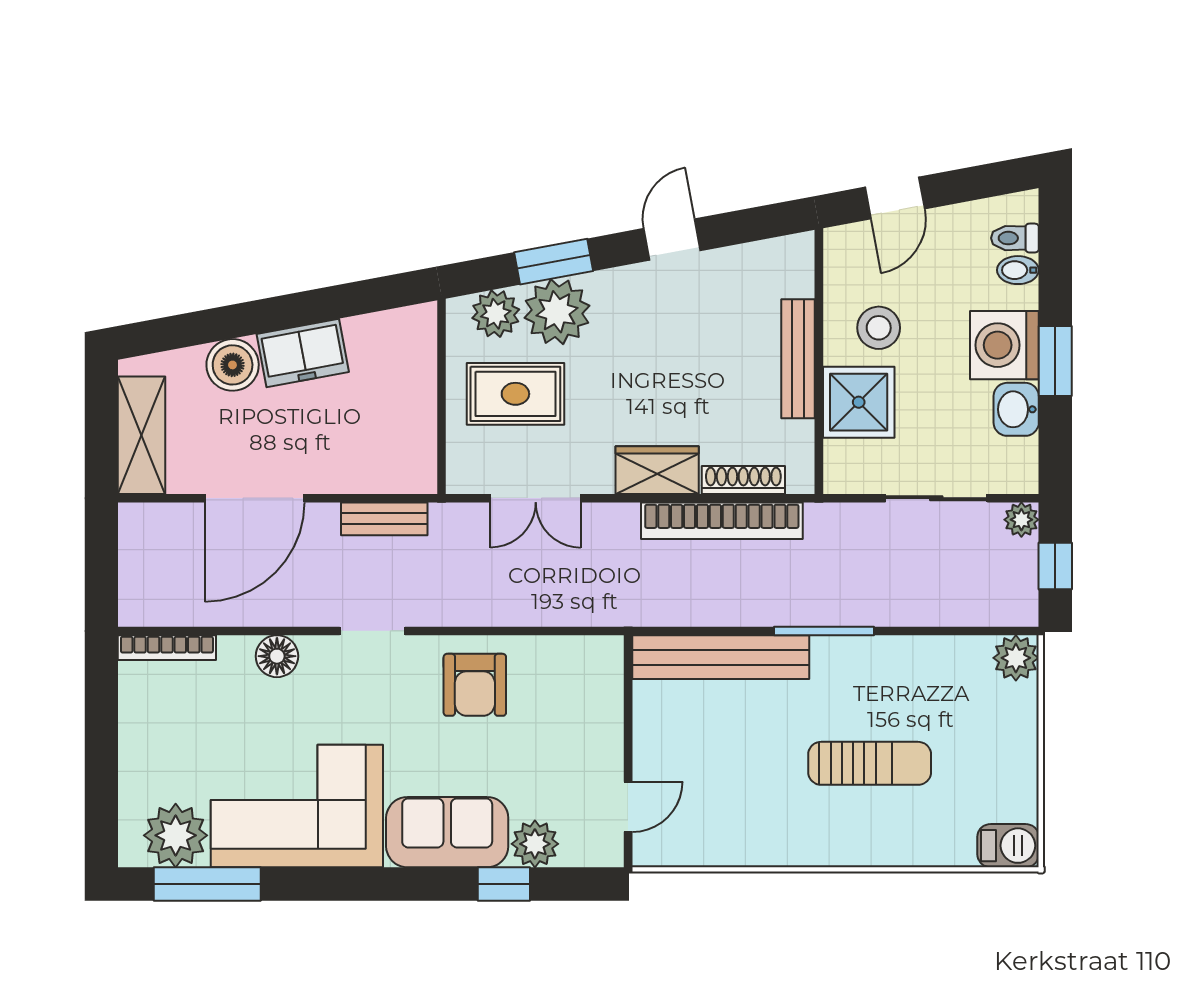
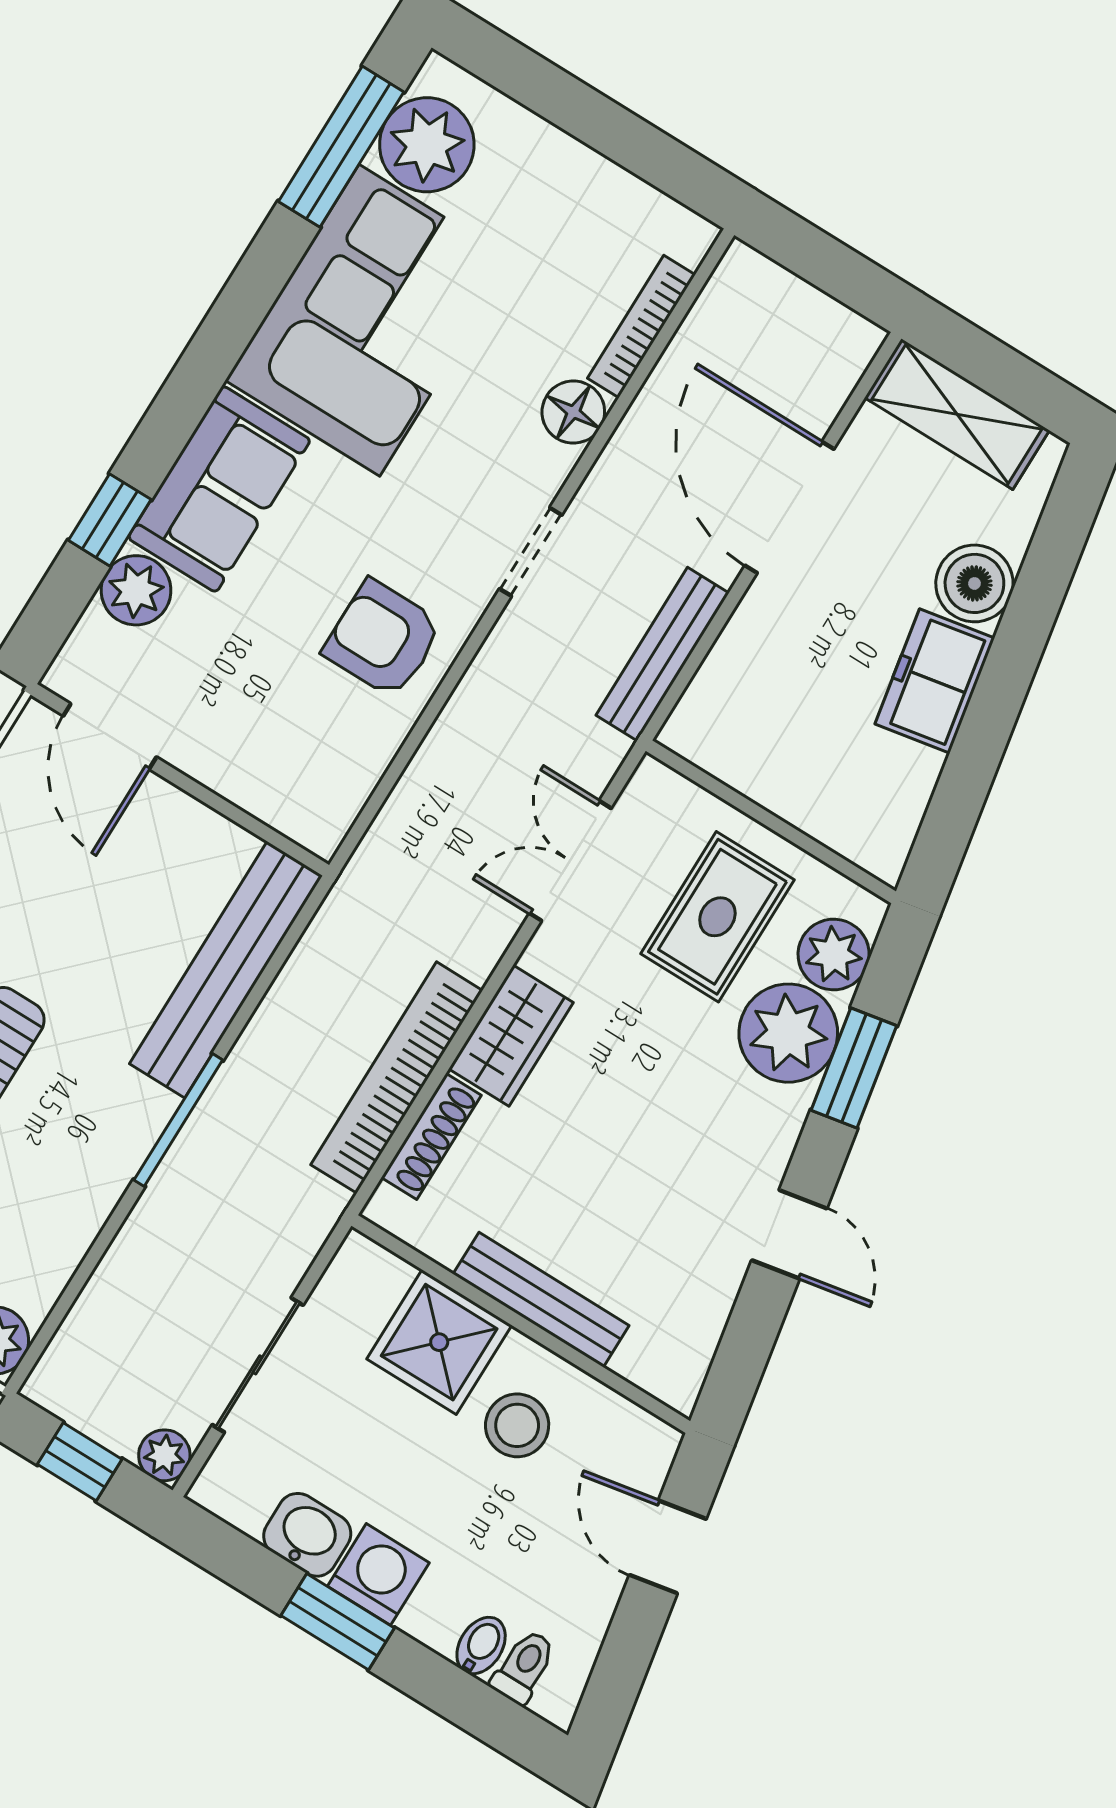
washing machine: (1004, 345) -> (378, 1574), width x0.73, depth x0.73
bench: (384, 519) -> (662, 654), width x1.36
bookcase: (167, 648) -> (641, 326), moved
door: (628, 807) -> (110, 736), width x1.37

